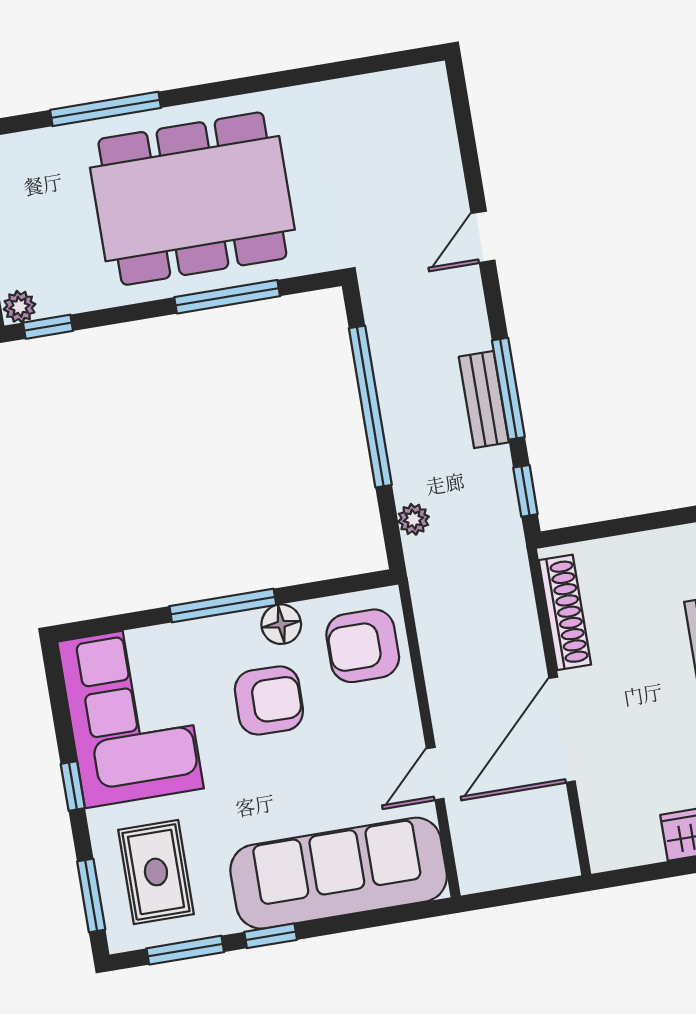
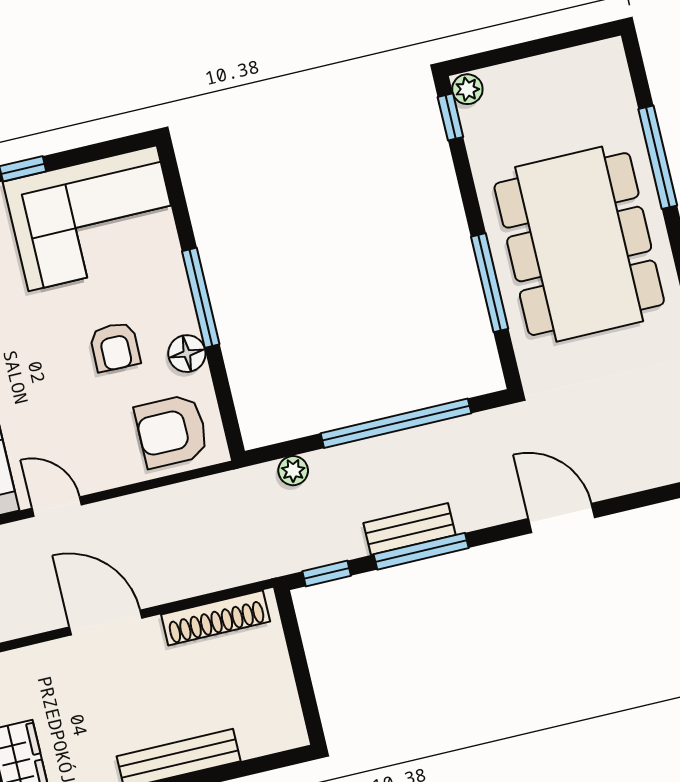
door: (483, 237) -> (562, 518), width x1.38
armchair: (363, 646) -> (172, 431), turned -90
armchair: (269, 700) -> (115, 347), width x0.72, depth x0.72
door: (562, 730) -> (106, 623), width x0.73

